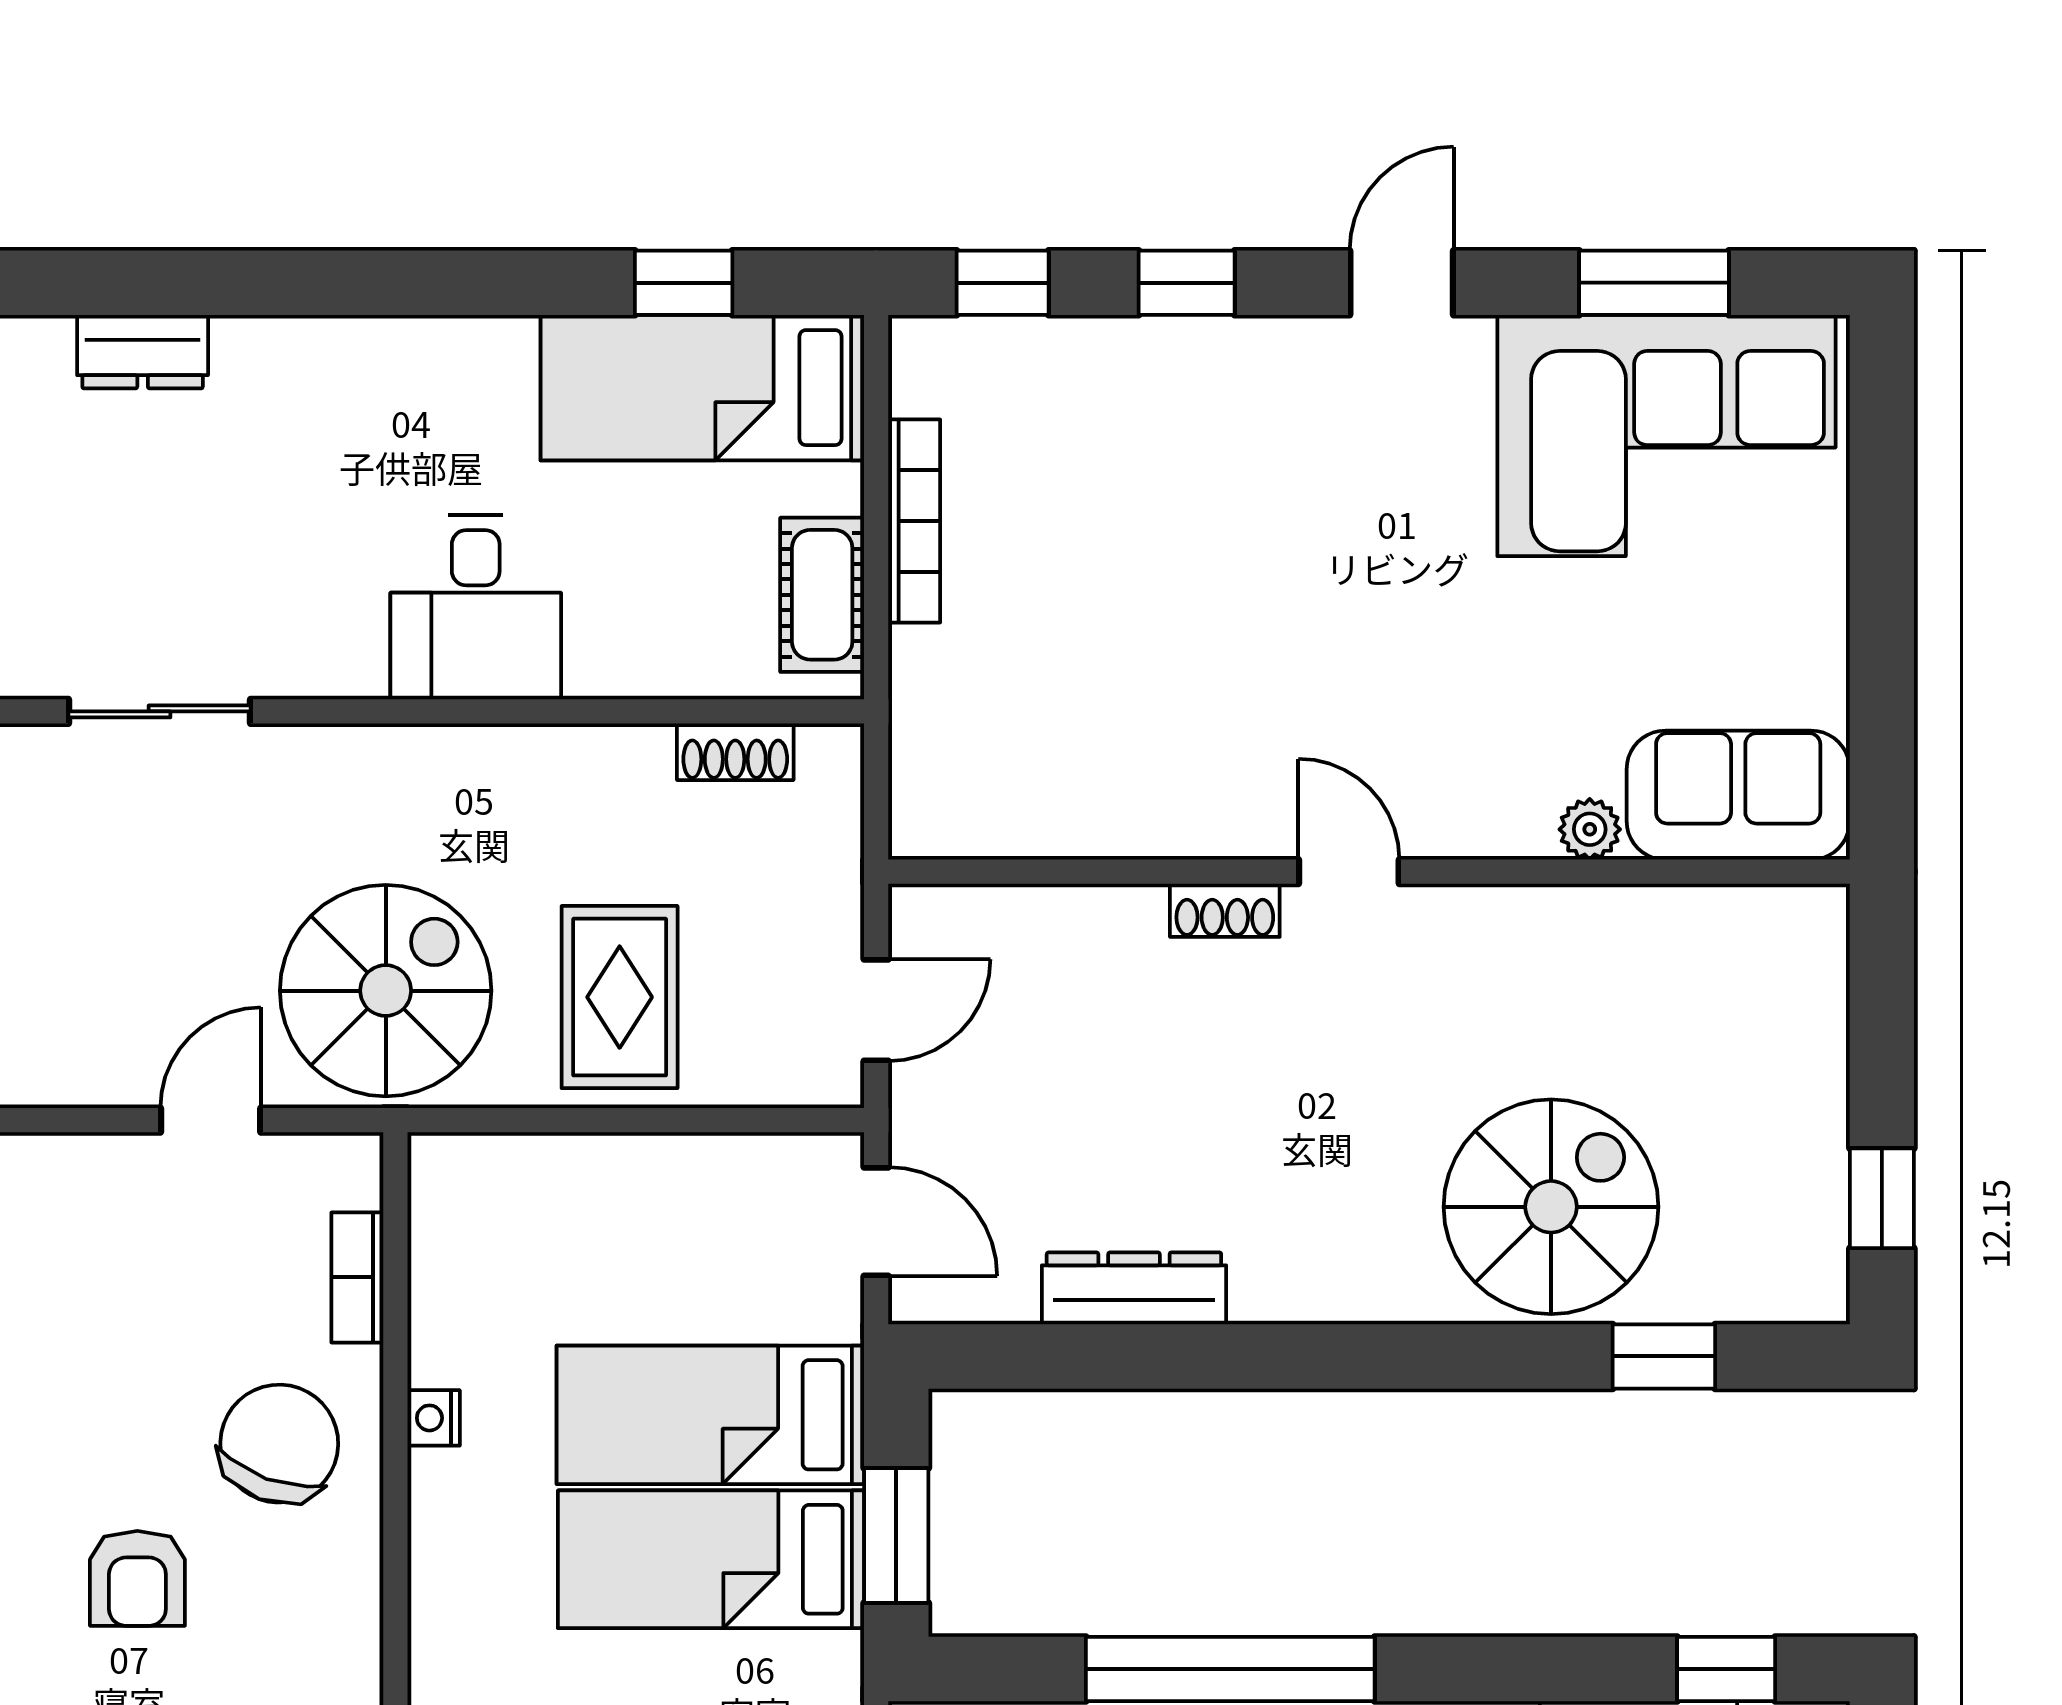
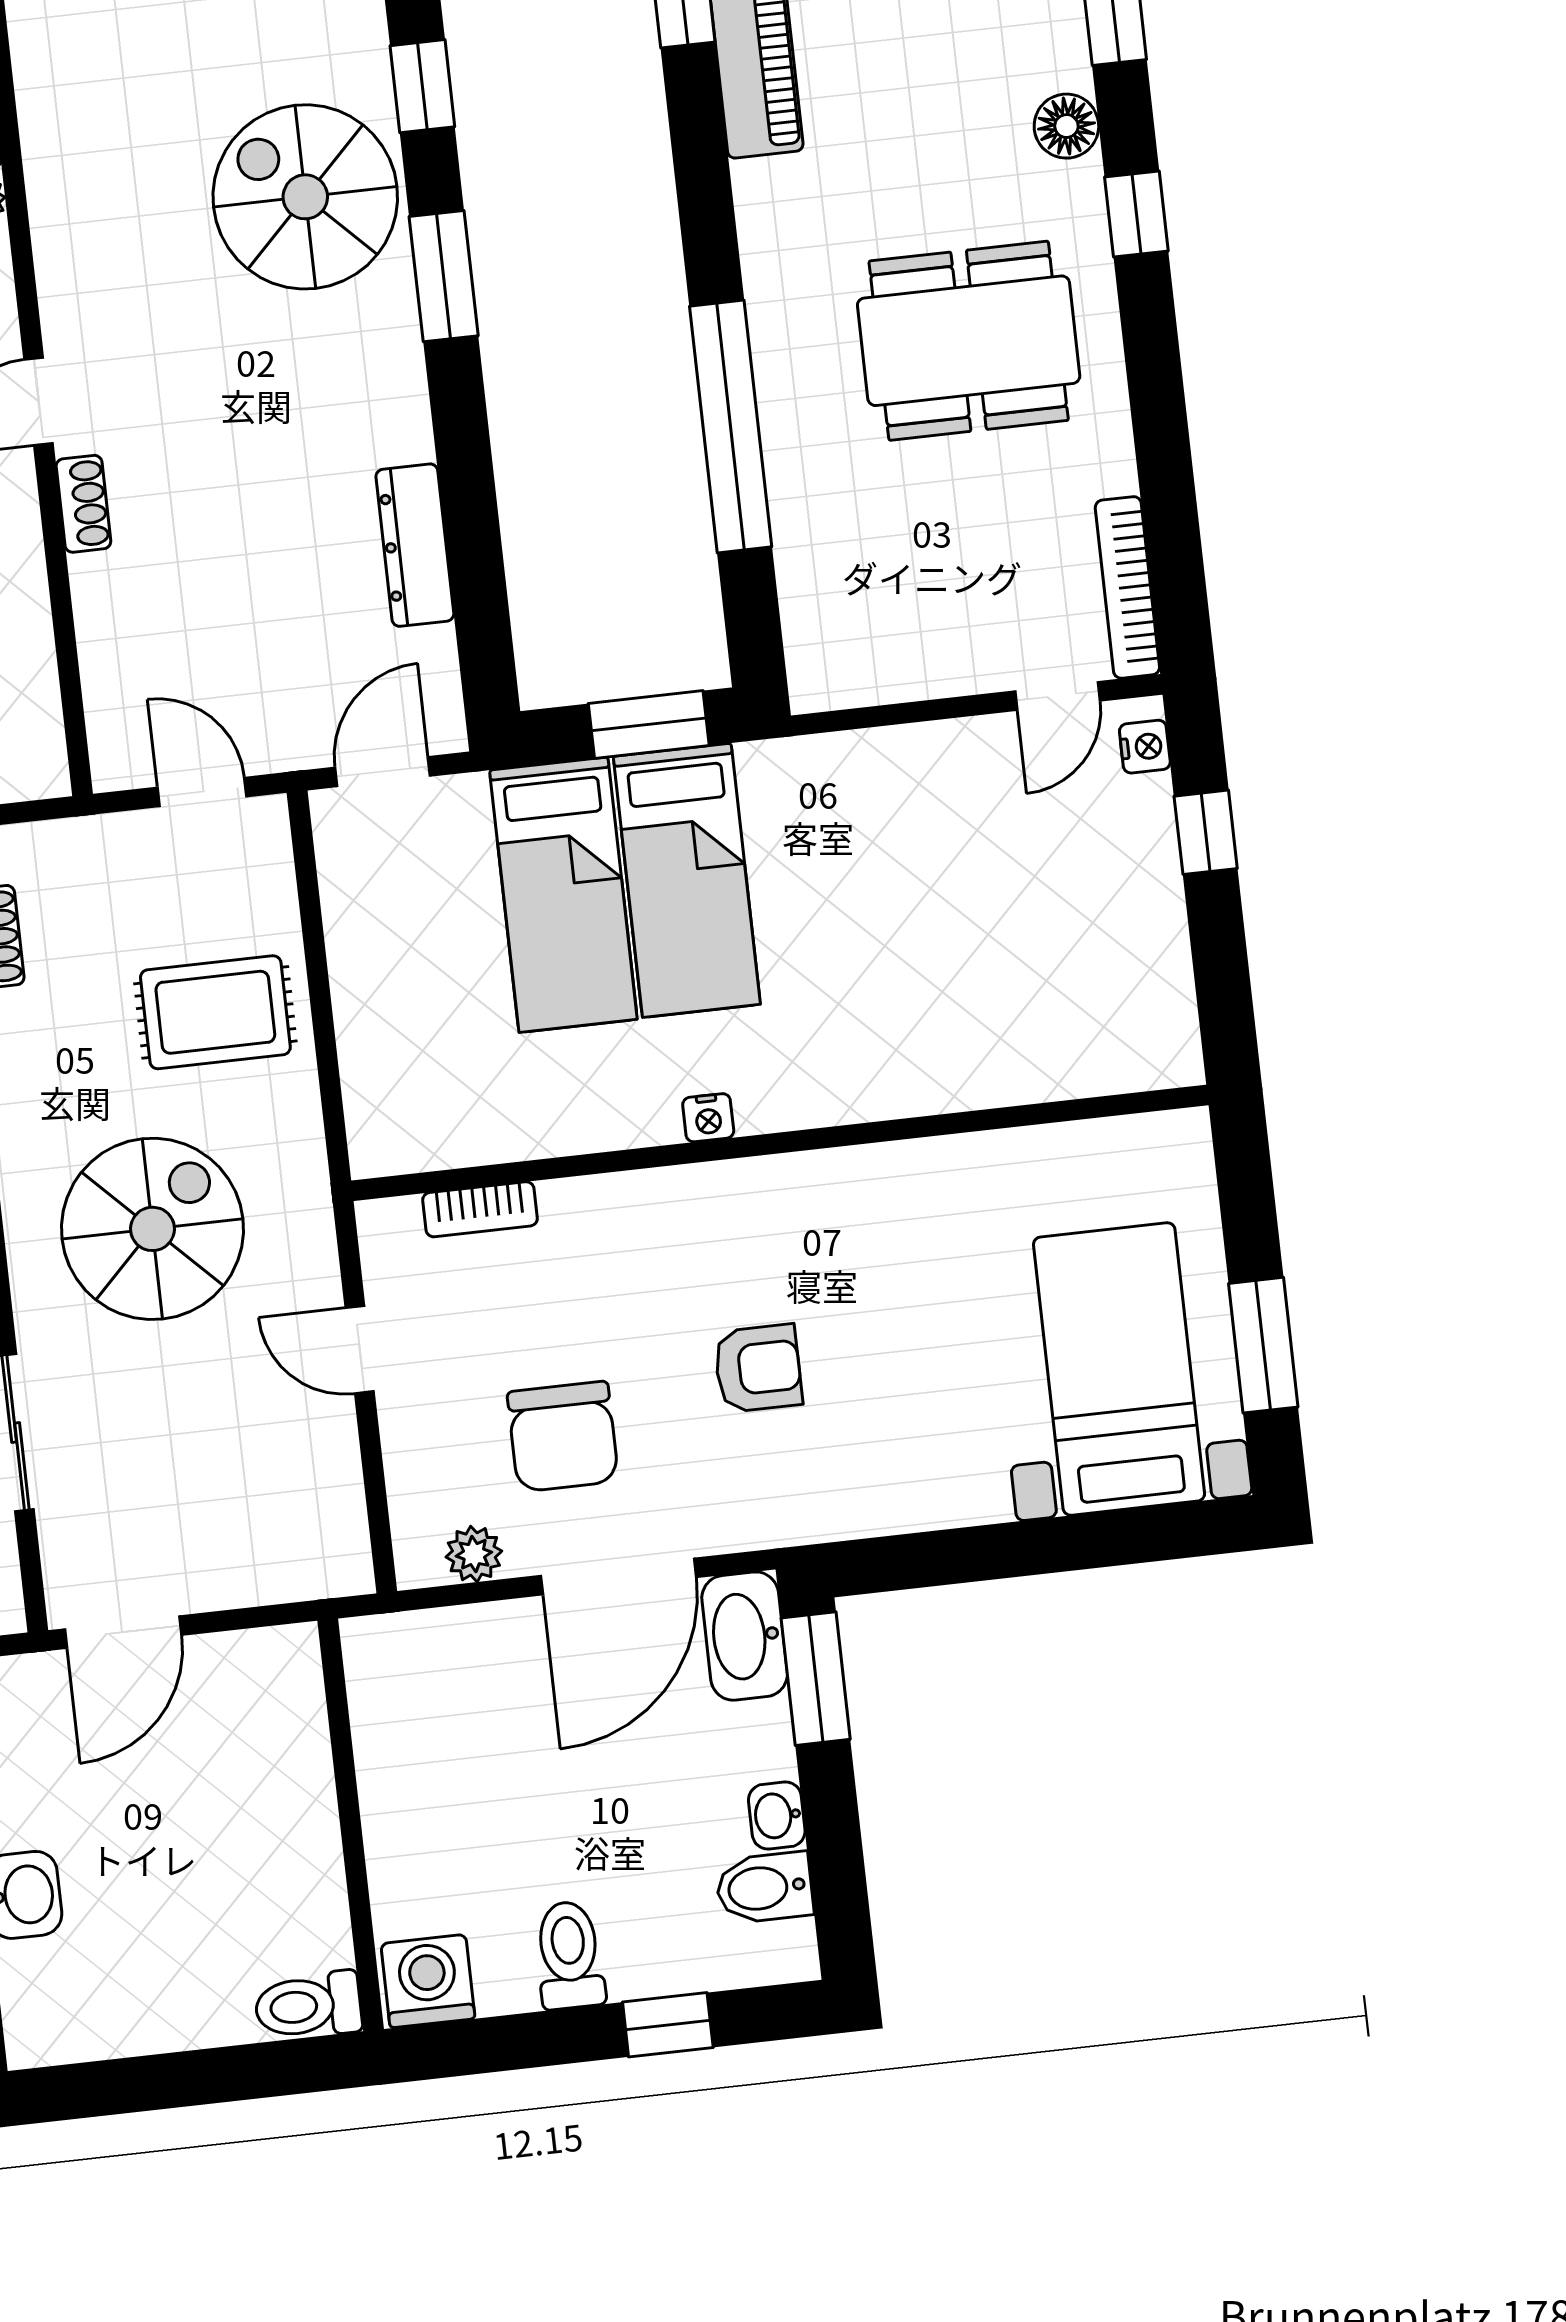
spiral stairs: (386, 991) -> (152, 1229), moved, turned 90
window: (1441, 1356) -> (444, 276), added
nightstand: (434, 1418) -> (708, 1118), moved
chair: (279, 1444) -> (563, 1436), moved, turned -110

